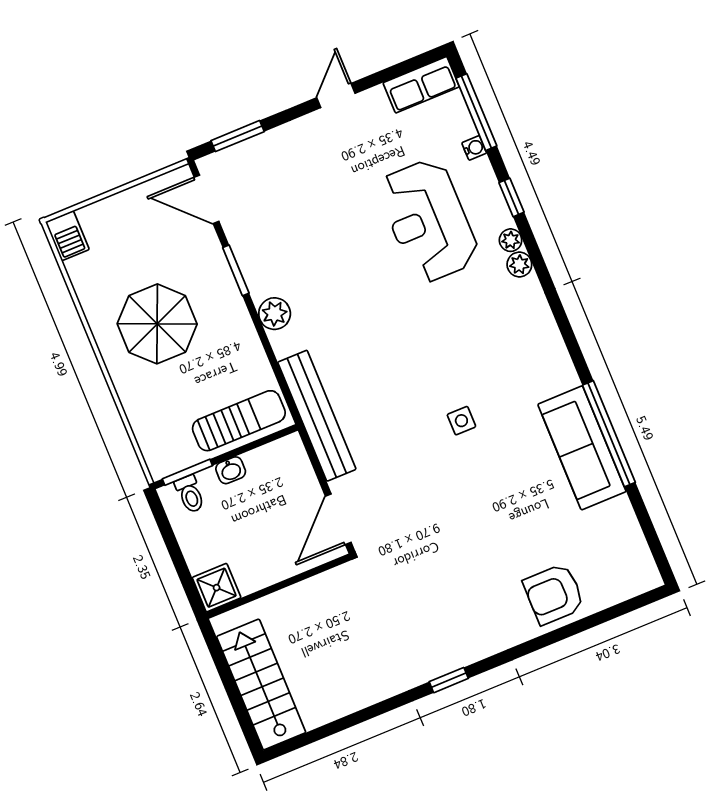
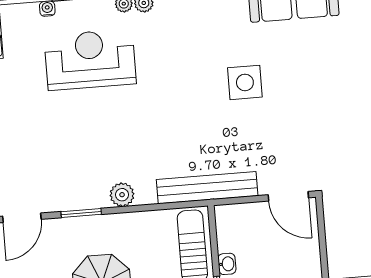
reception desk: (428, 221) -> (90, 60), turned 180
side table: (461, 421) -> (245, 82), width x1.87, depth x1.87

